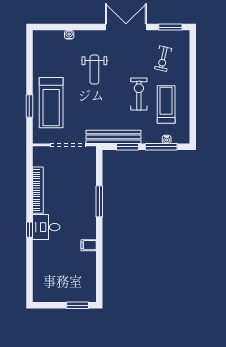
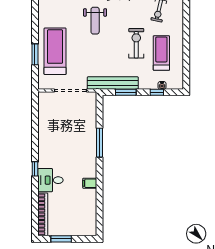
treadmill: (51, 103) -> (55, 51), turned 180
window: (161, 147) -> (157, 92), width x0.46
bookcase: (38, 190) -> (43, 214), moved
desk: (46, 227) -> (50, 180), moved
window: (78, 305) -> (61, 239), moved

